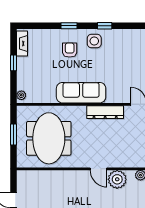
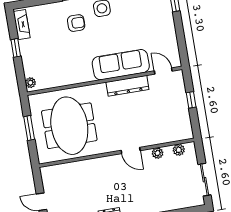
armchair: (70, 50) -> (76, 23), turned 90
sofa: (81, 93) -> (121, 65), moved
plant: (117, 179) -> (158, 153), width x0.53, depth x0.53

